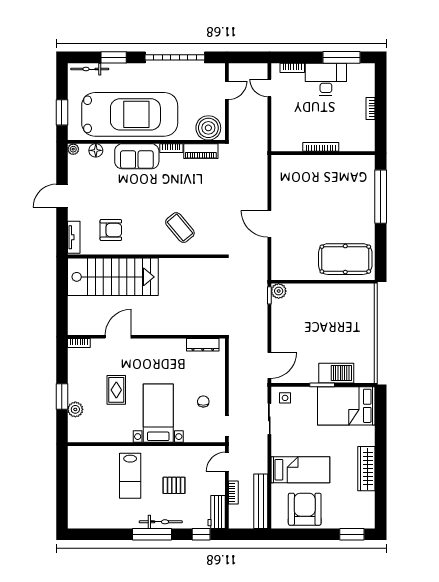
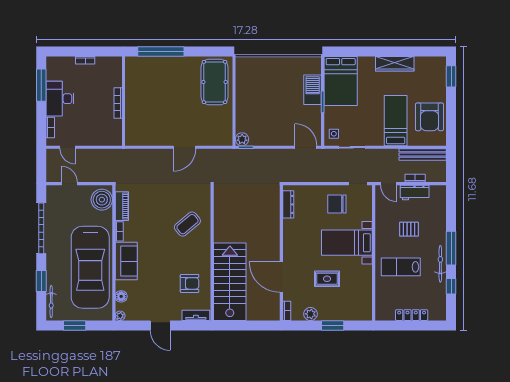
door: (269, 88) -> (68, 147), hinge flipped
window: (62, 112) -> (75, 325), moved
car: (130, 114) -> (90, 267), turned 180
armchair: (111, 230) -> (190, 283), turned 90
door: (118, 337) -> (281, 277), width x1.36
chair: (203, 401) -> (337, 204), width x1.87, depth x1.87
plant: (75, 409) -> (311, 314), moved
lab bench: (130, 476) -> (401, 267), turned 180
pallet: (174, 485) -> (409, 229), turned 90
locker: (74, 488) -> (412, 315), added
armchair: (305, 509) -> (429, 117), turned -90
workbench: (217, 512) -> (415, 192), moved
bicycle: (161, 522) -> (440, 264), moved
window: (201, 534) -> (451, 286), moved

